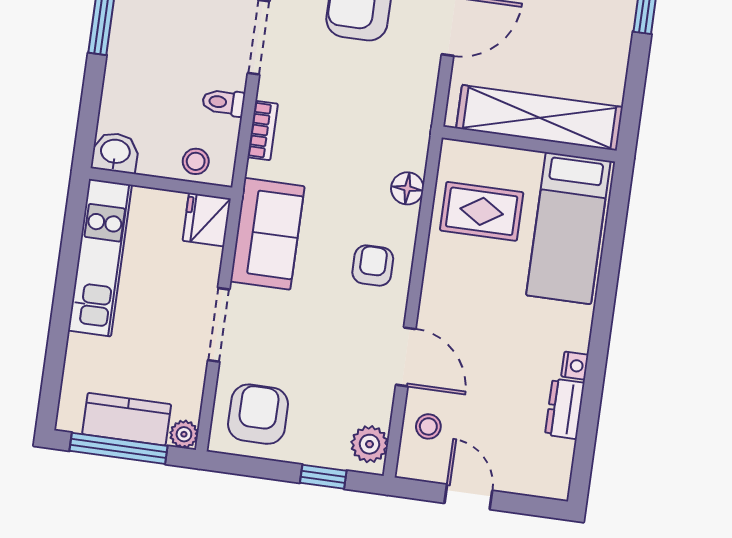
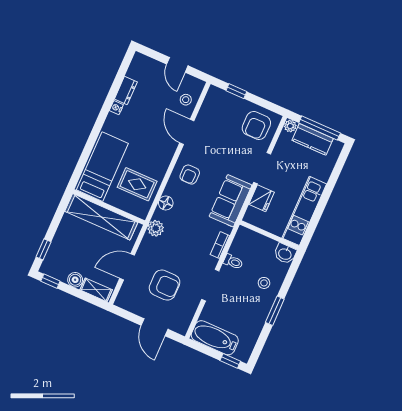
stool: (196, 161) -> (264, 283), moved
fridge: (207, 220) -> (262, 198), moved
plant: (370, 444) -> (156, 228), moved

